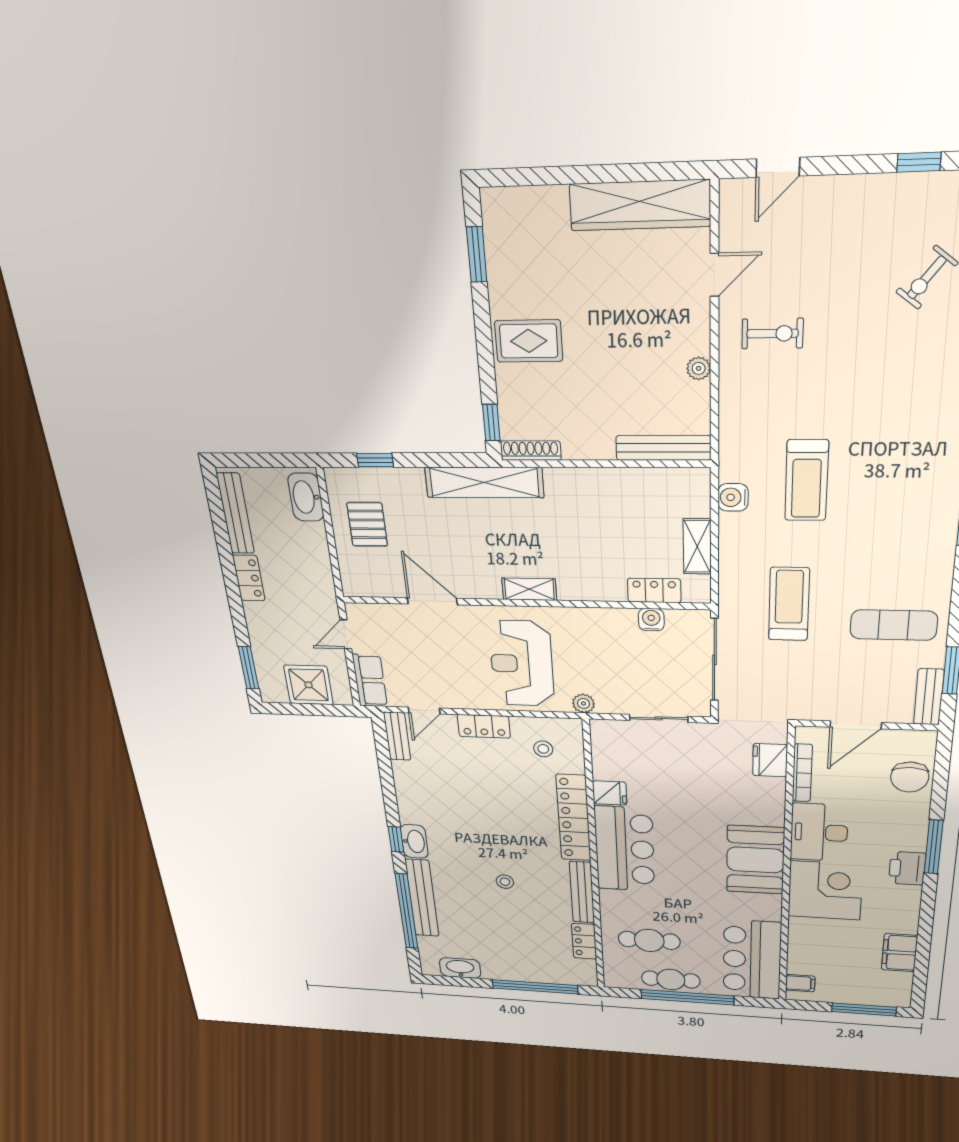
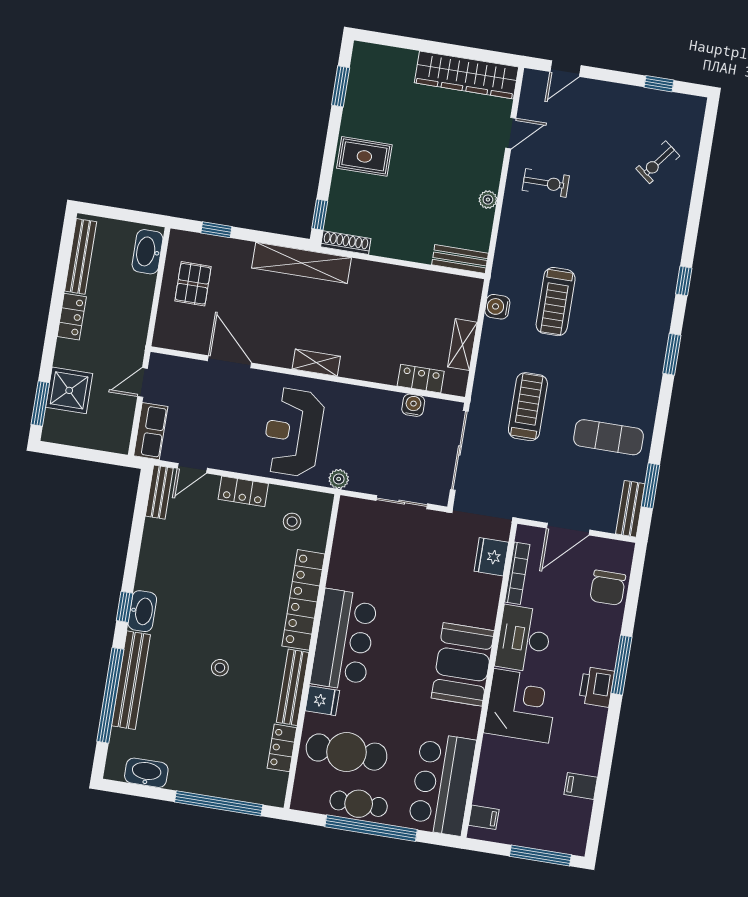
bench: (663, 448) -> (460, 259), width x0.73
shower: (309, 685) -> (69, 390), moved
fridge: (610, 793) -> (322, 701), moved
cafe table: (649, 940) -> (347, 752), width x1.37, depth x1.35
filing cabinet: (900, 953) -> (581, 786), width x0.50

